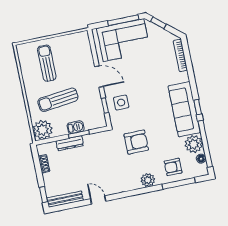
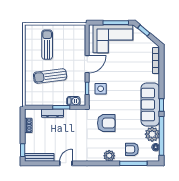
door: (99, 77) -> (87, 64), hinge flipped
barbecue: (76, 127) -> (73, 101), moved
plant: (43, 130) -> (33, 98), removed
door: (98, 200) -> (66, 163), hinge flipped

